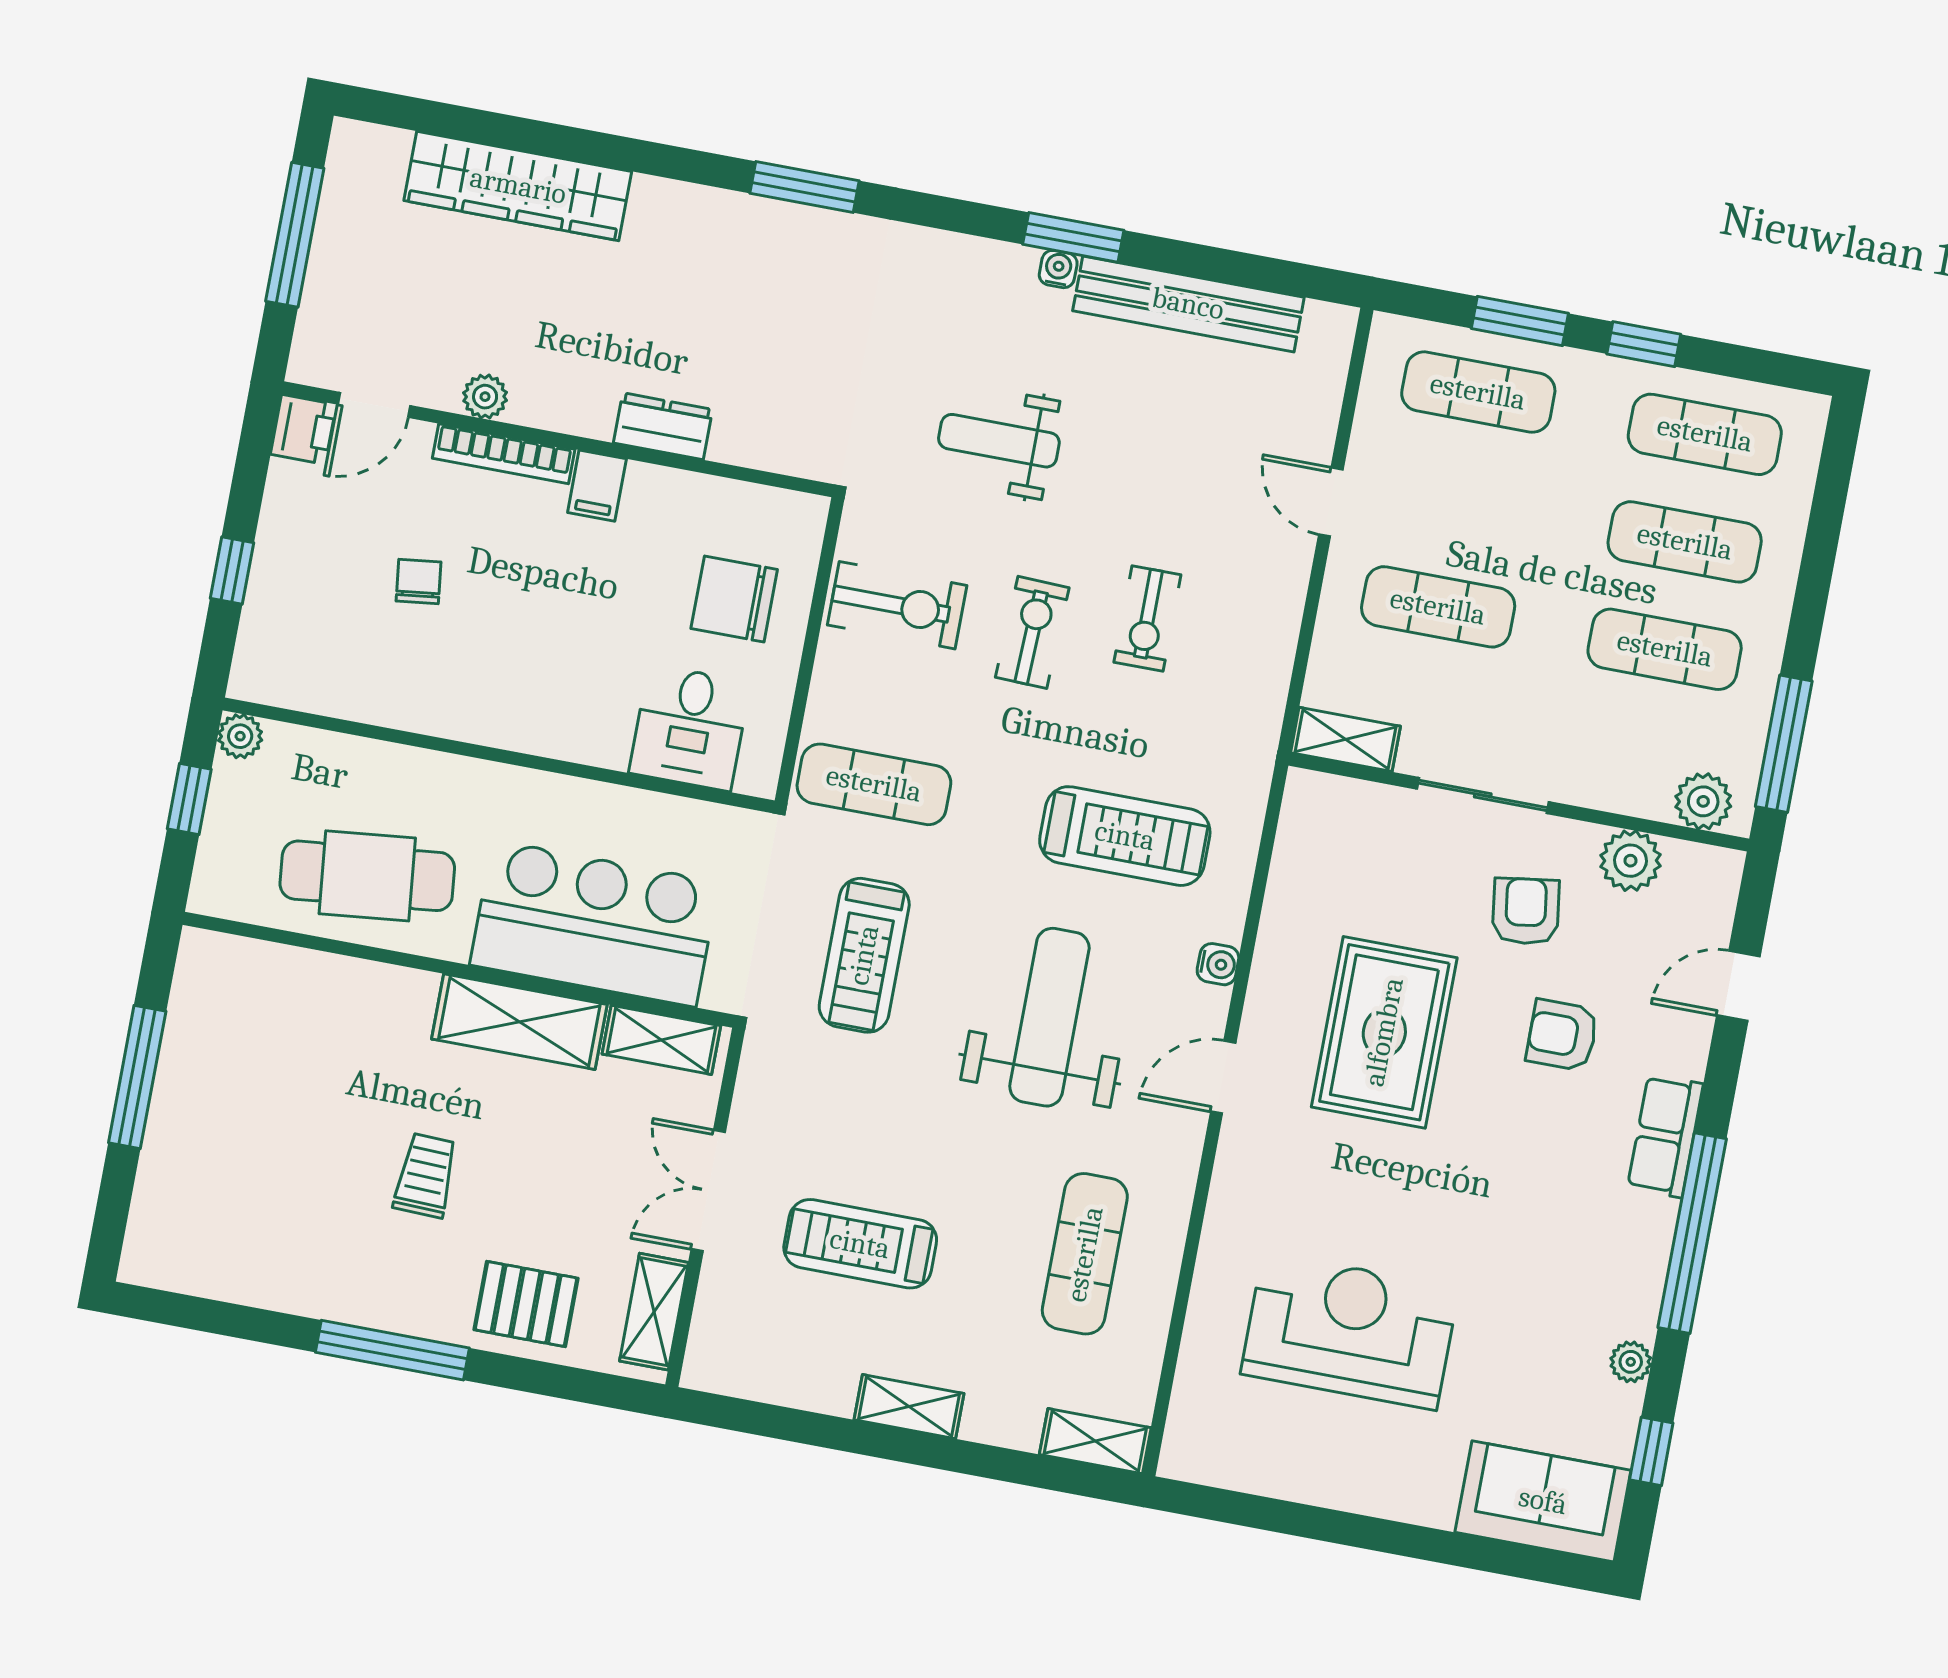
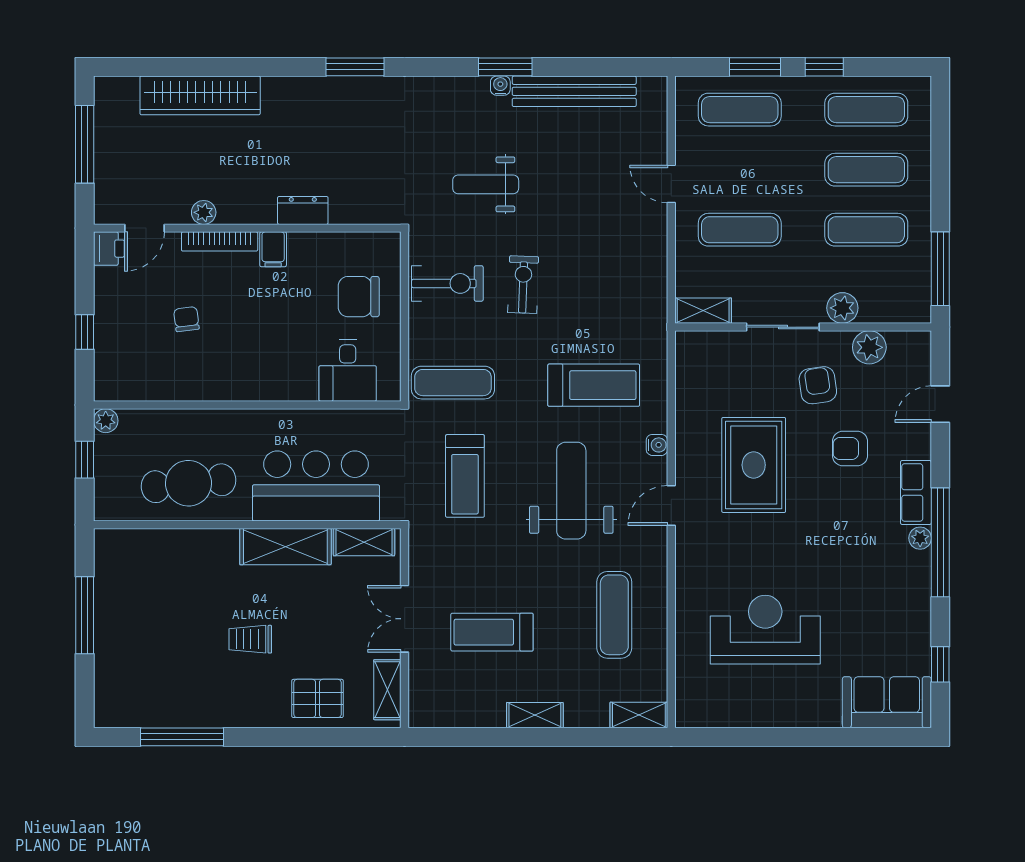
exercise bike: (1147, 618) -> (584, 265), removed
plant: (1703, 801) -> (842, 308), moved
trolley: (426, 1176) -> (250, 639), turned -92
window: (392, 1350) -> (182, 737), moved
plant: (1631, 1362) -> (920, 538), moved

